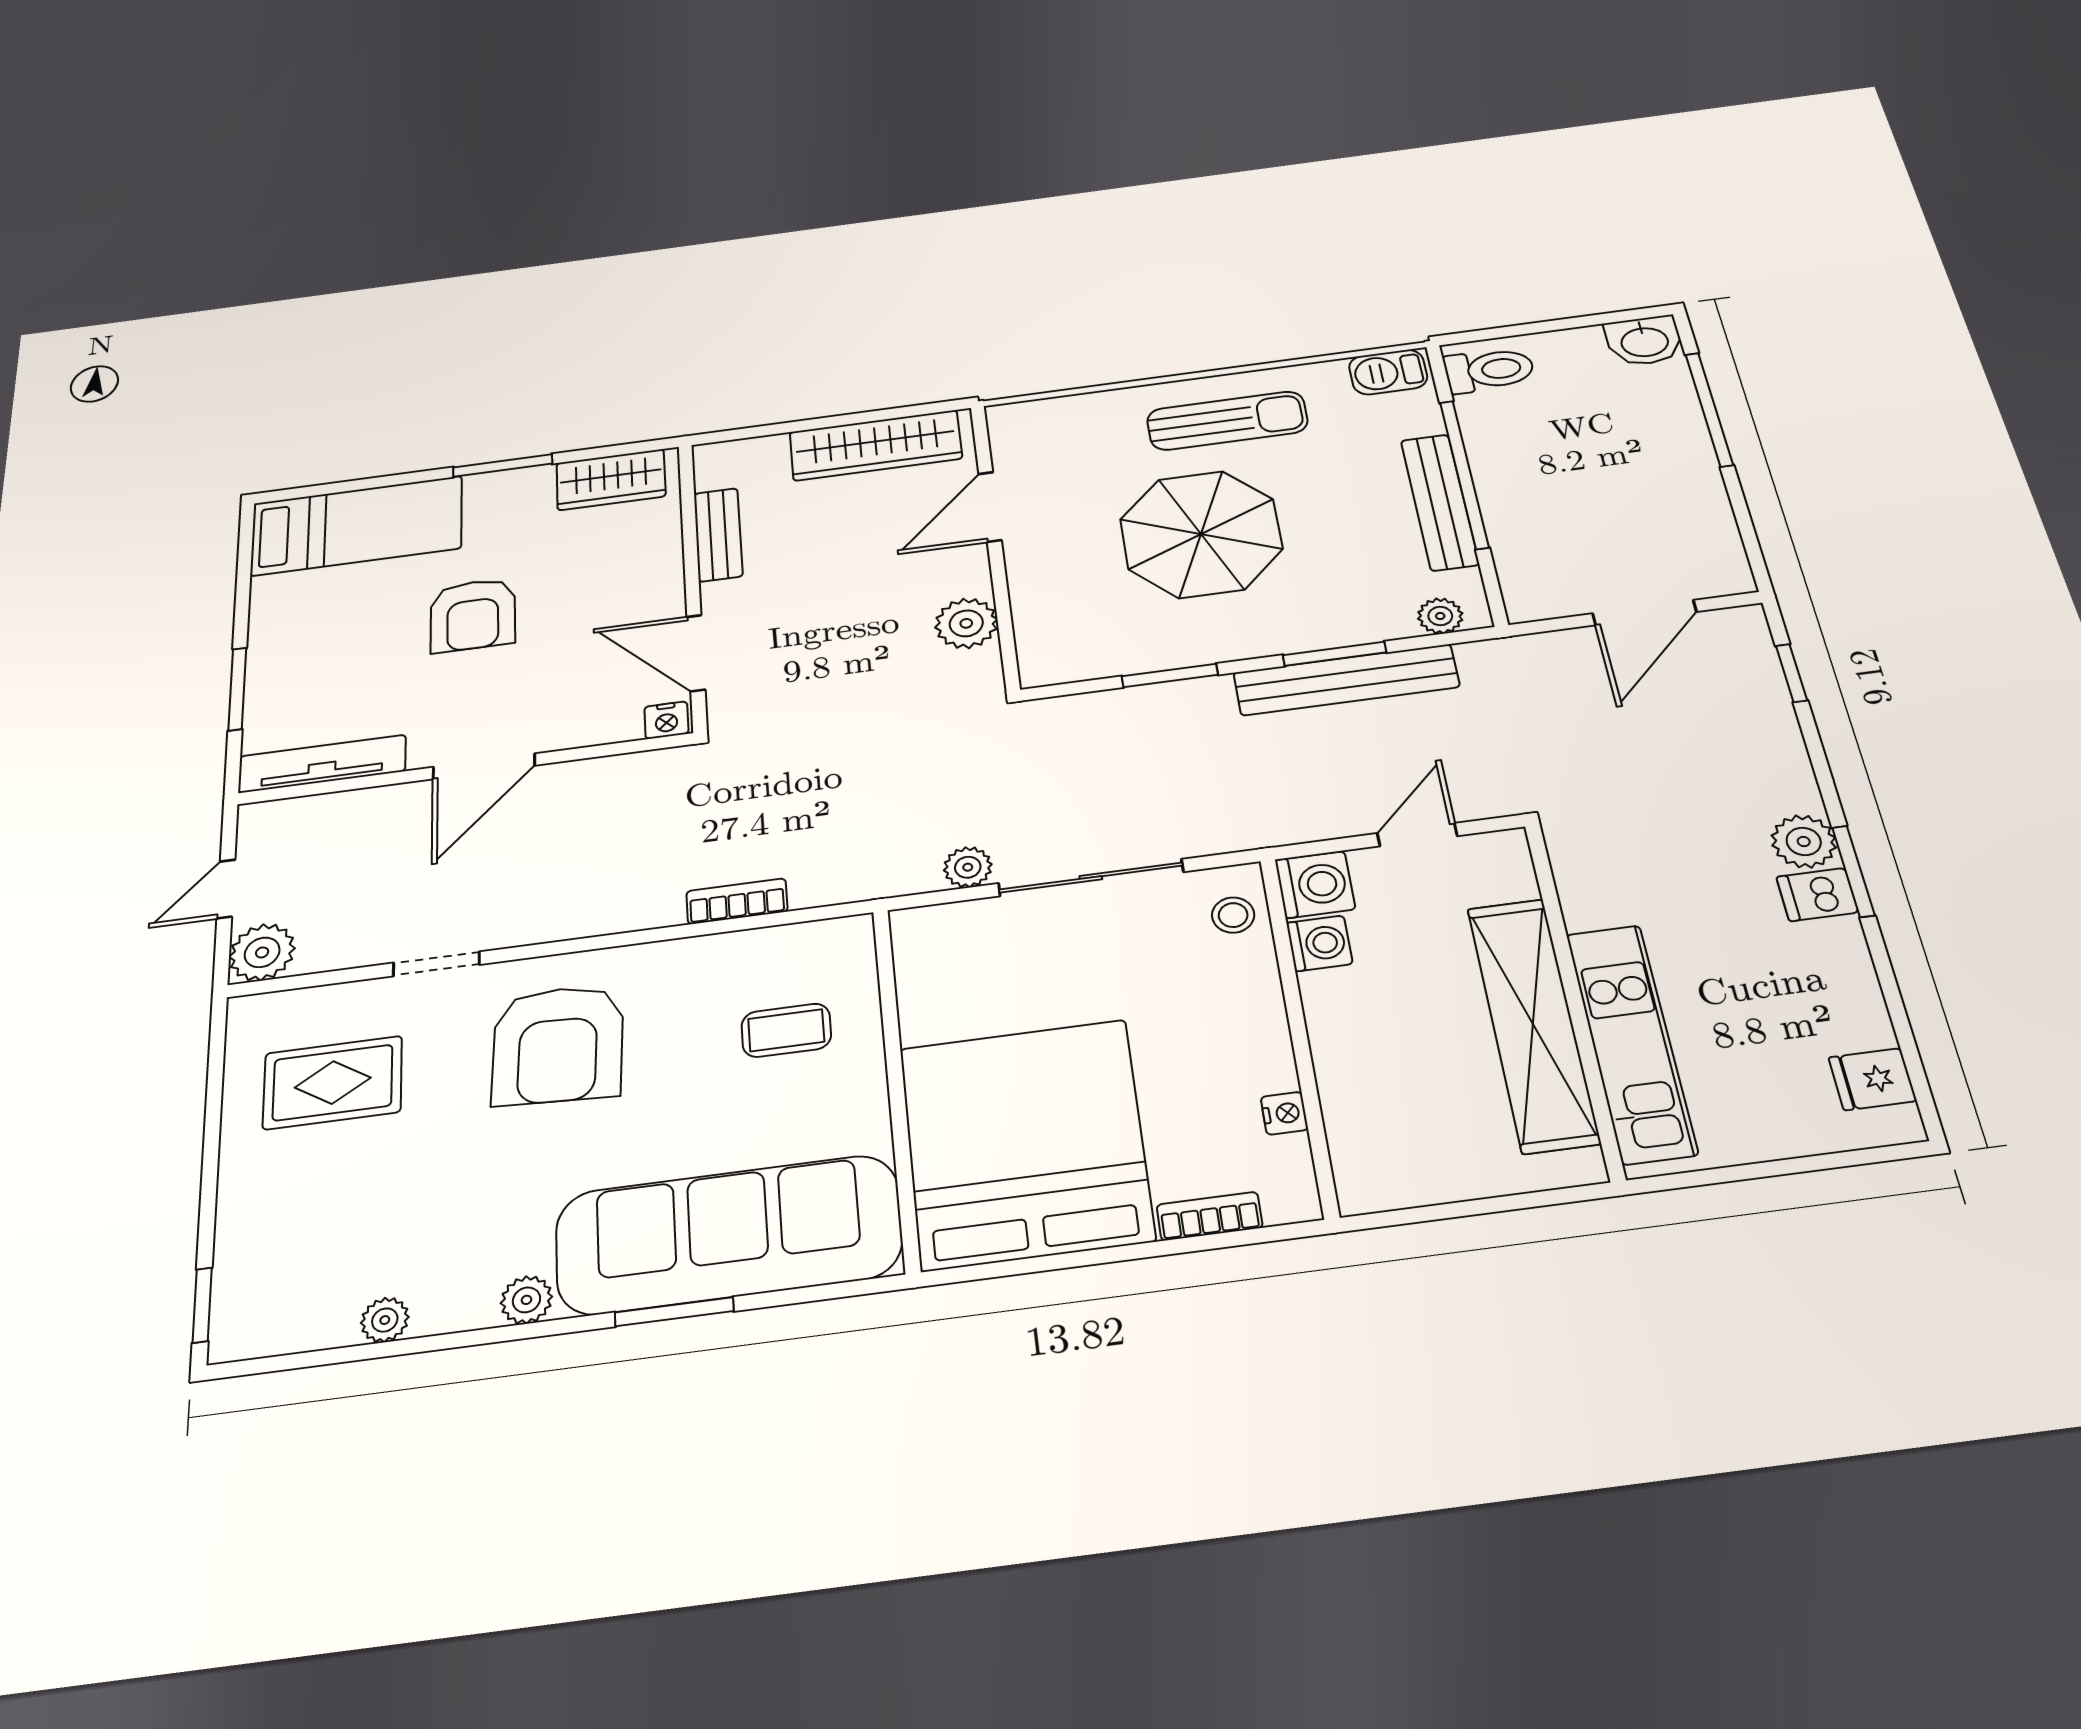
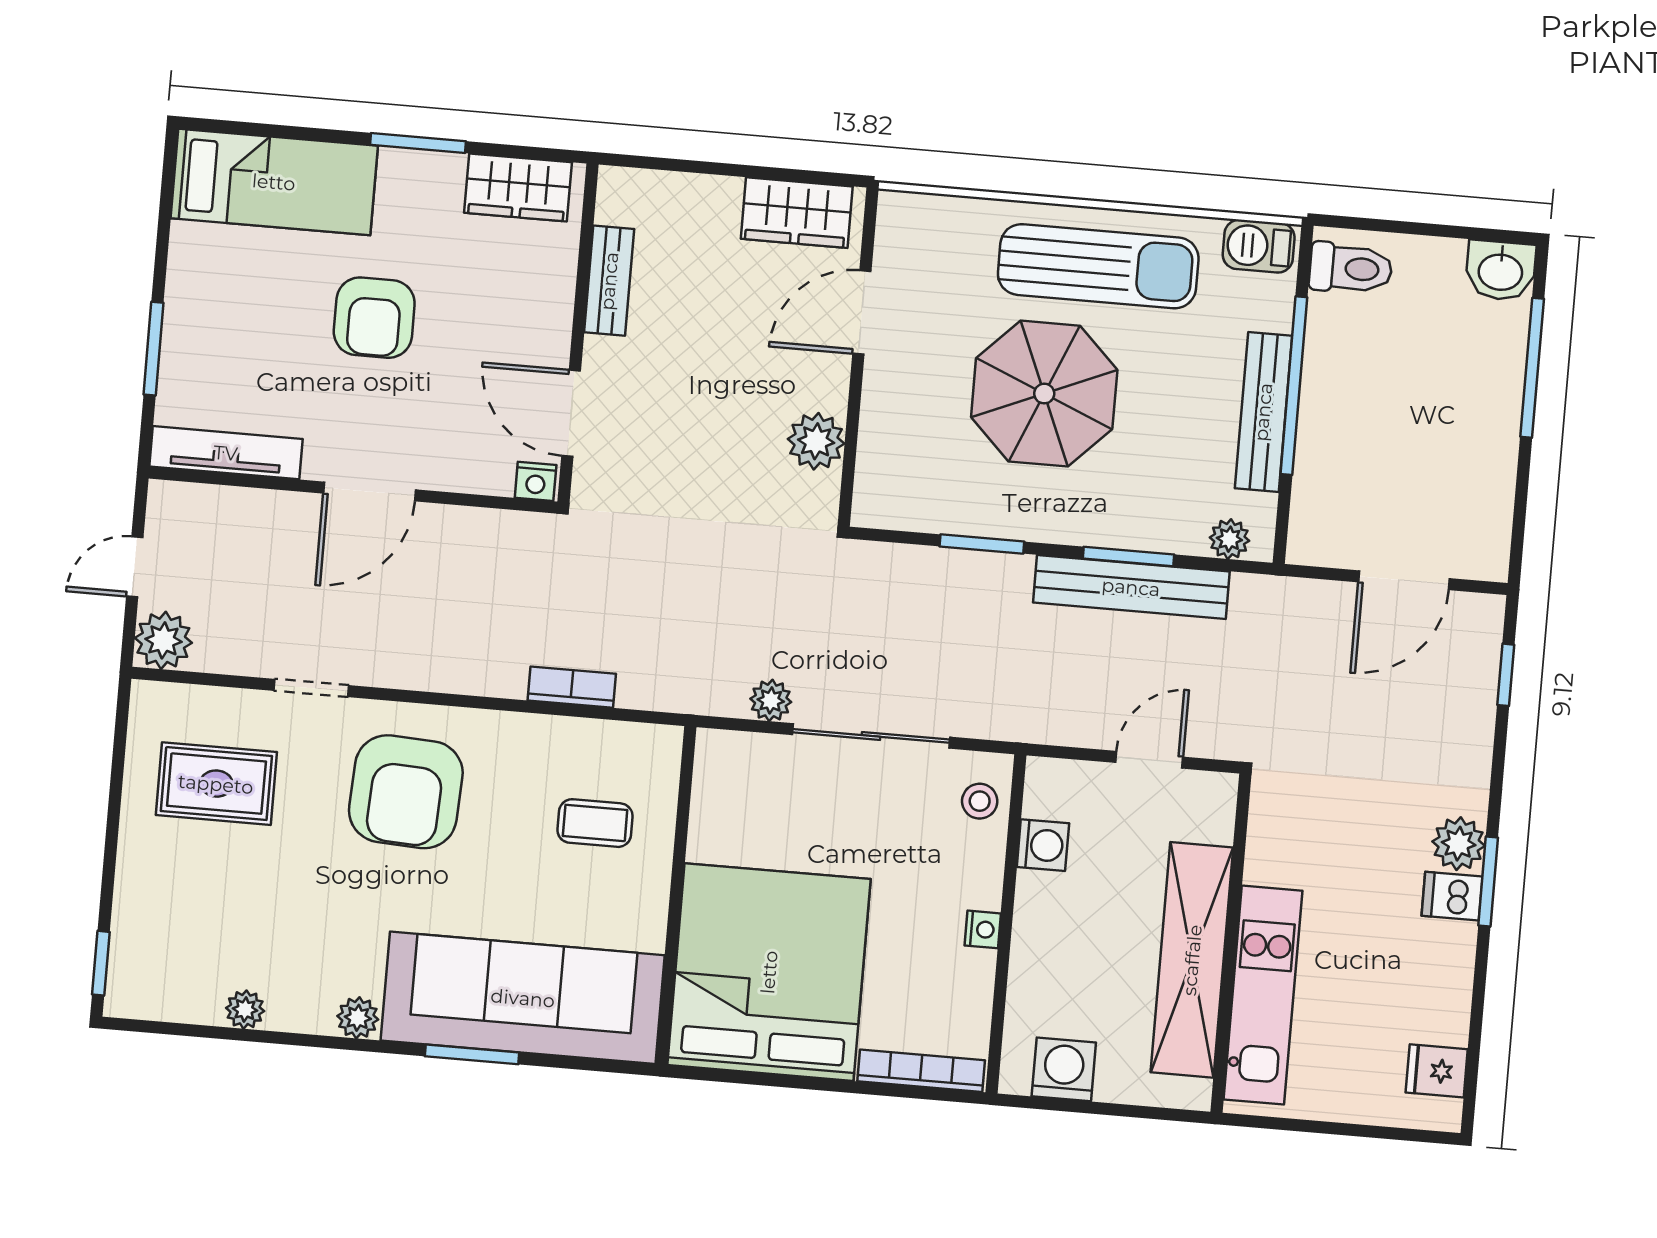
sun lounger: (1227, 421) -> (1098, 266), width x1.36, depth x1.34
wardrobe: (876, 445) -> (797, 213), width x0.67
washing machine: (1315, 885) -> (1064, 1069), moved, turned -90
nightstand: (1284, 1113) -> (983, 929), moved
bookcase: (1210, 1216) -> (921, 1071), width x1.56

